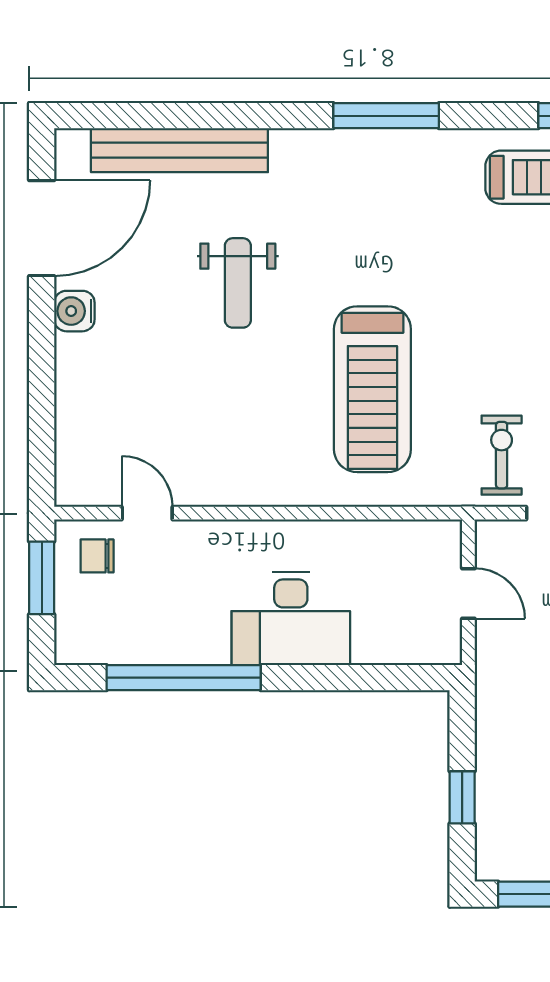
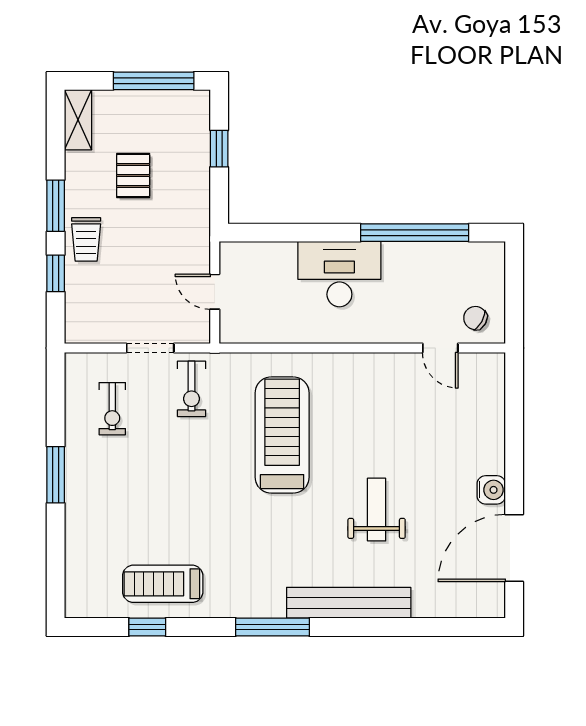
bench: (179, 150) -> (349, 603), moved
chair: (97, 556) -> (475, 318), turned -151
window: (42, 578) -> (514, 303), removed

